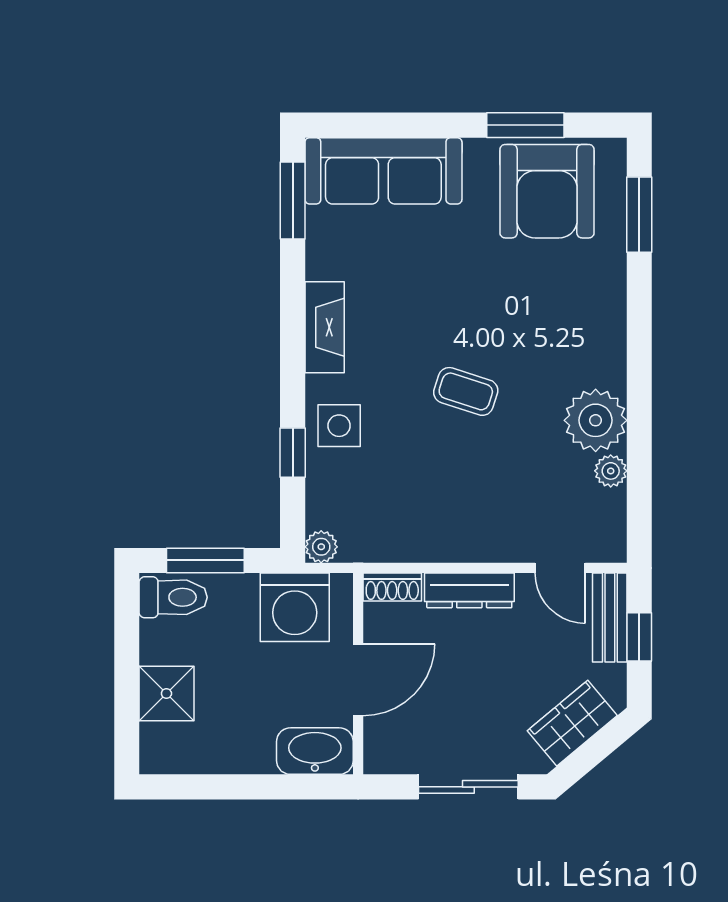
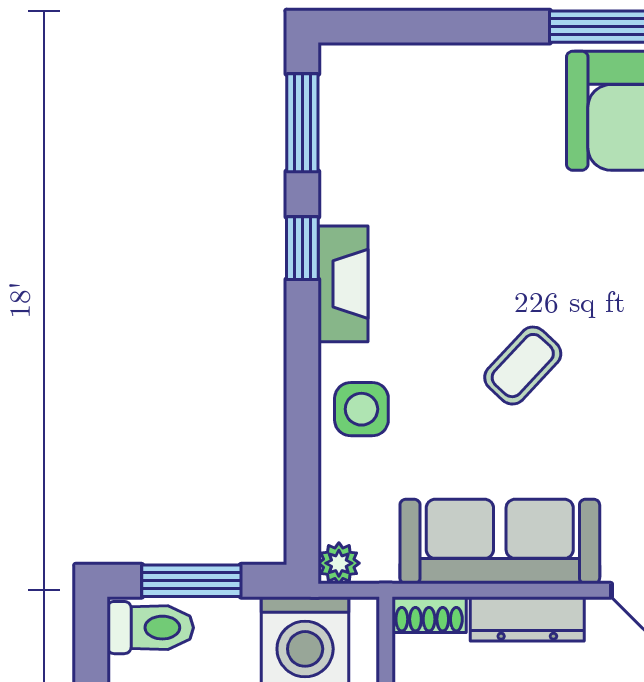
sofa: (383, 171) -> (500, 542), moved, turned 180
coffee table: (466, 391) -> (523, 366), turned -65
window: (293, 453) -> (302, 248), moved

